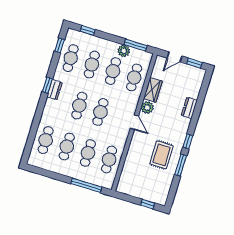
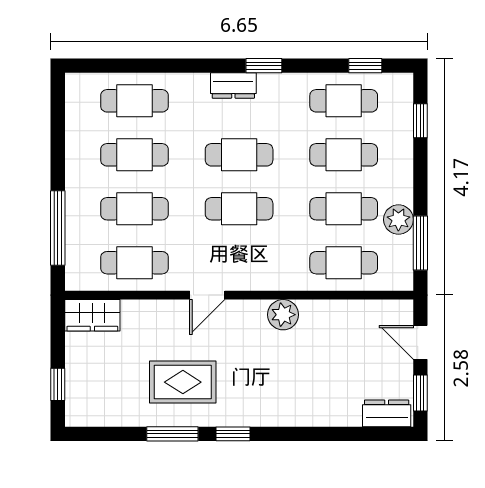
dresser: (54, 90) -> (233, 86), moved
wardrobe: (153, 90) -> (92, 315), moved
dresser: (189, 108) -> (387, 413), moved
door: (134, 122) -> (207, 295), moved

